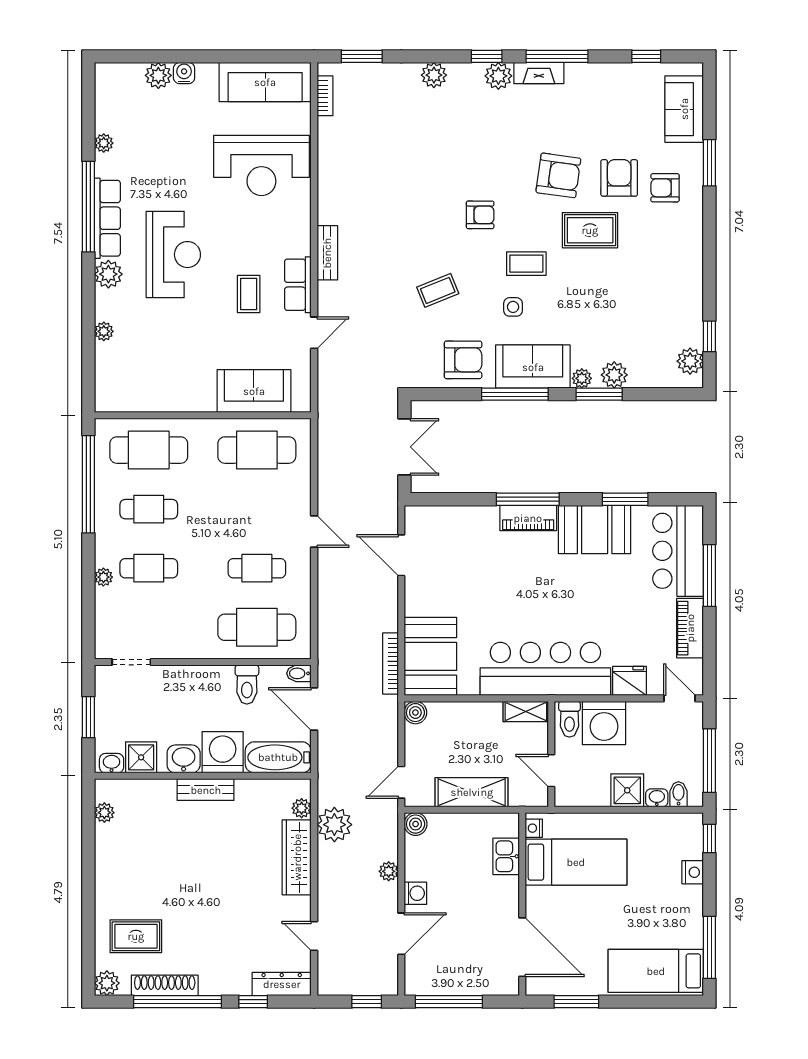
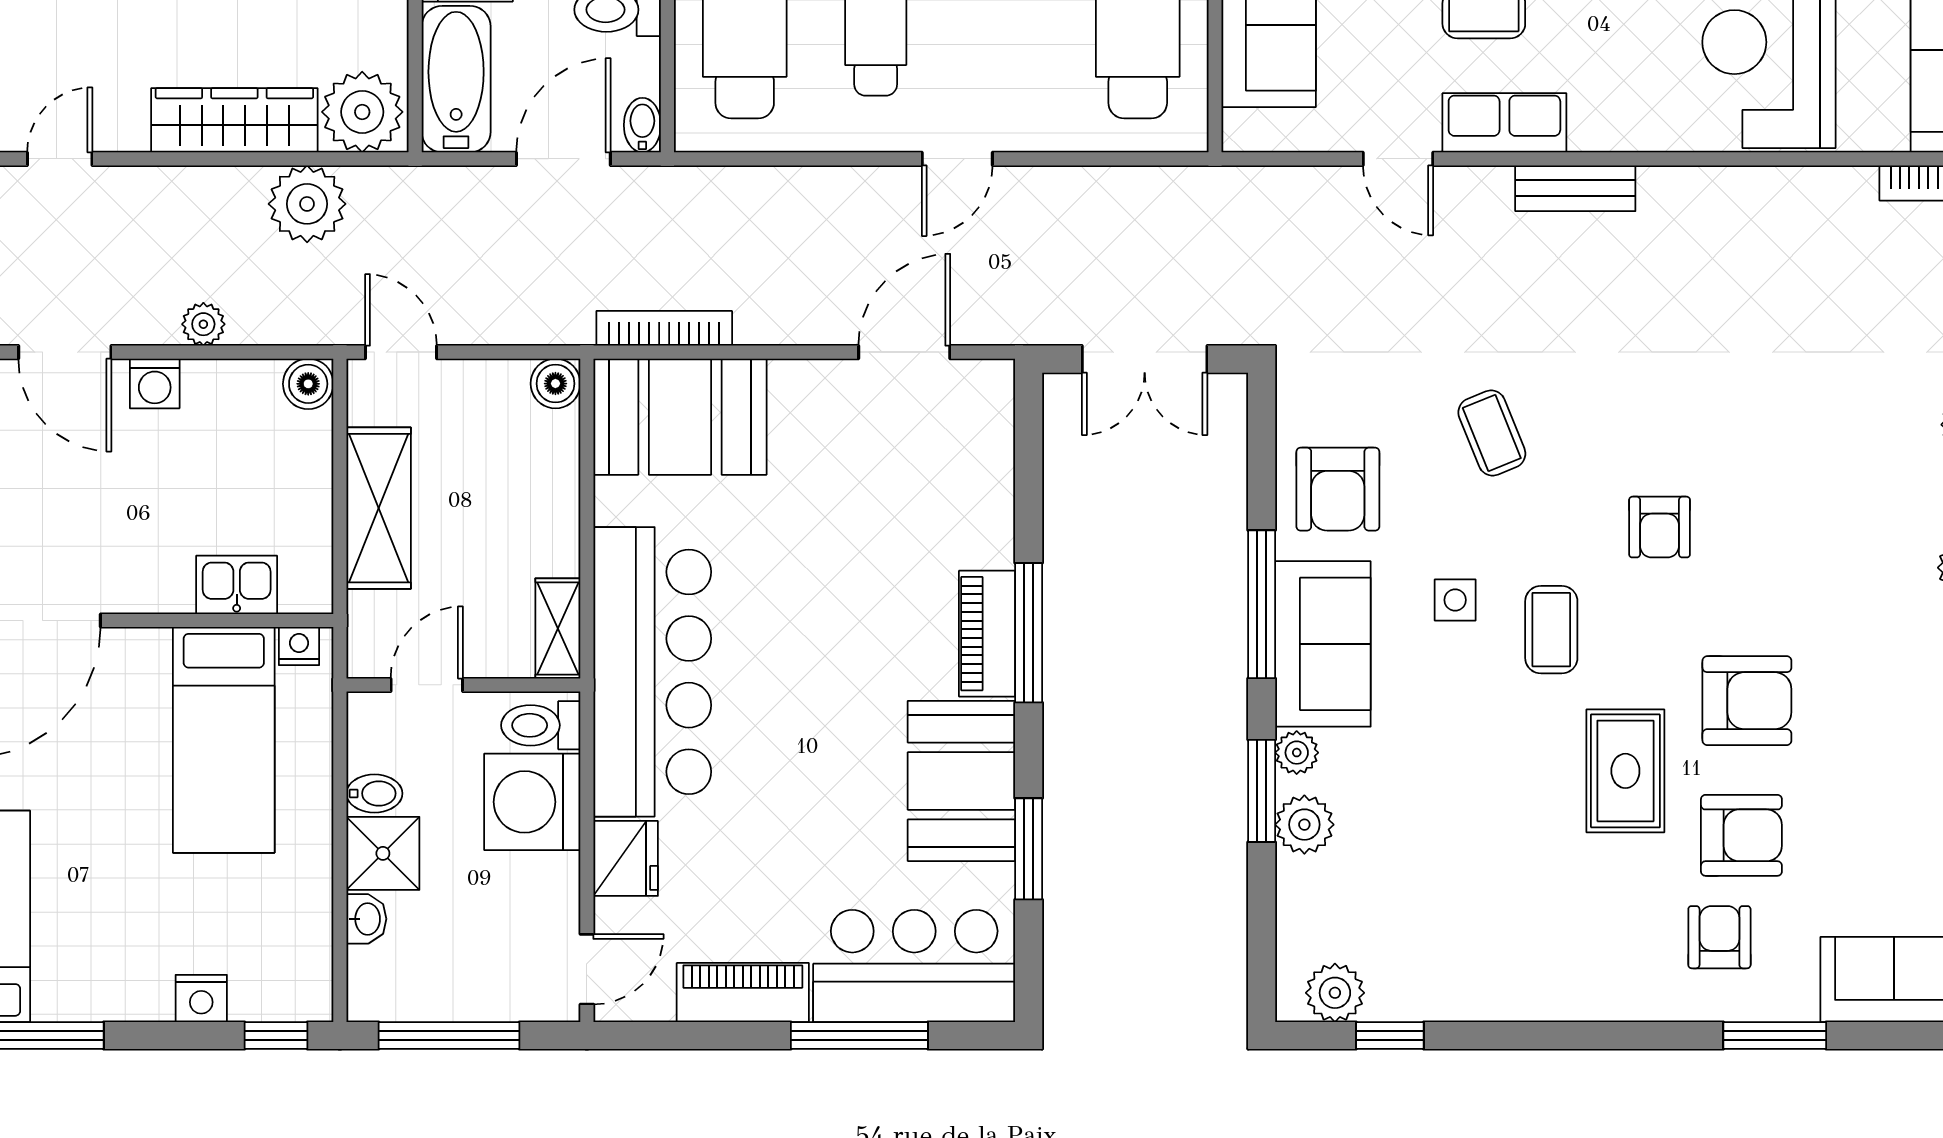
armchair: (558, 175) -> (1747, 701), turned -98
bidet: (678, 794) -> (374, 793), moved
plant: (302, 808) -> (362, 112), width x1.88, depth x1.88

